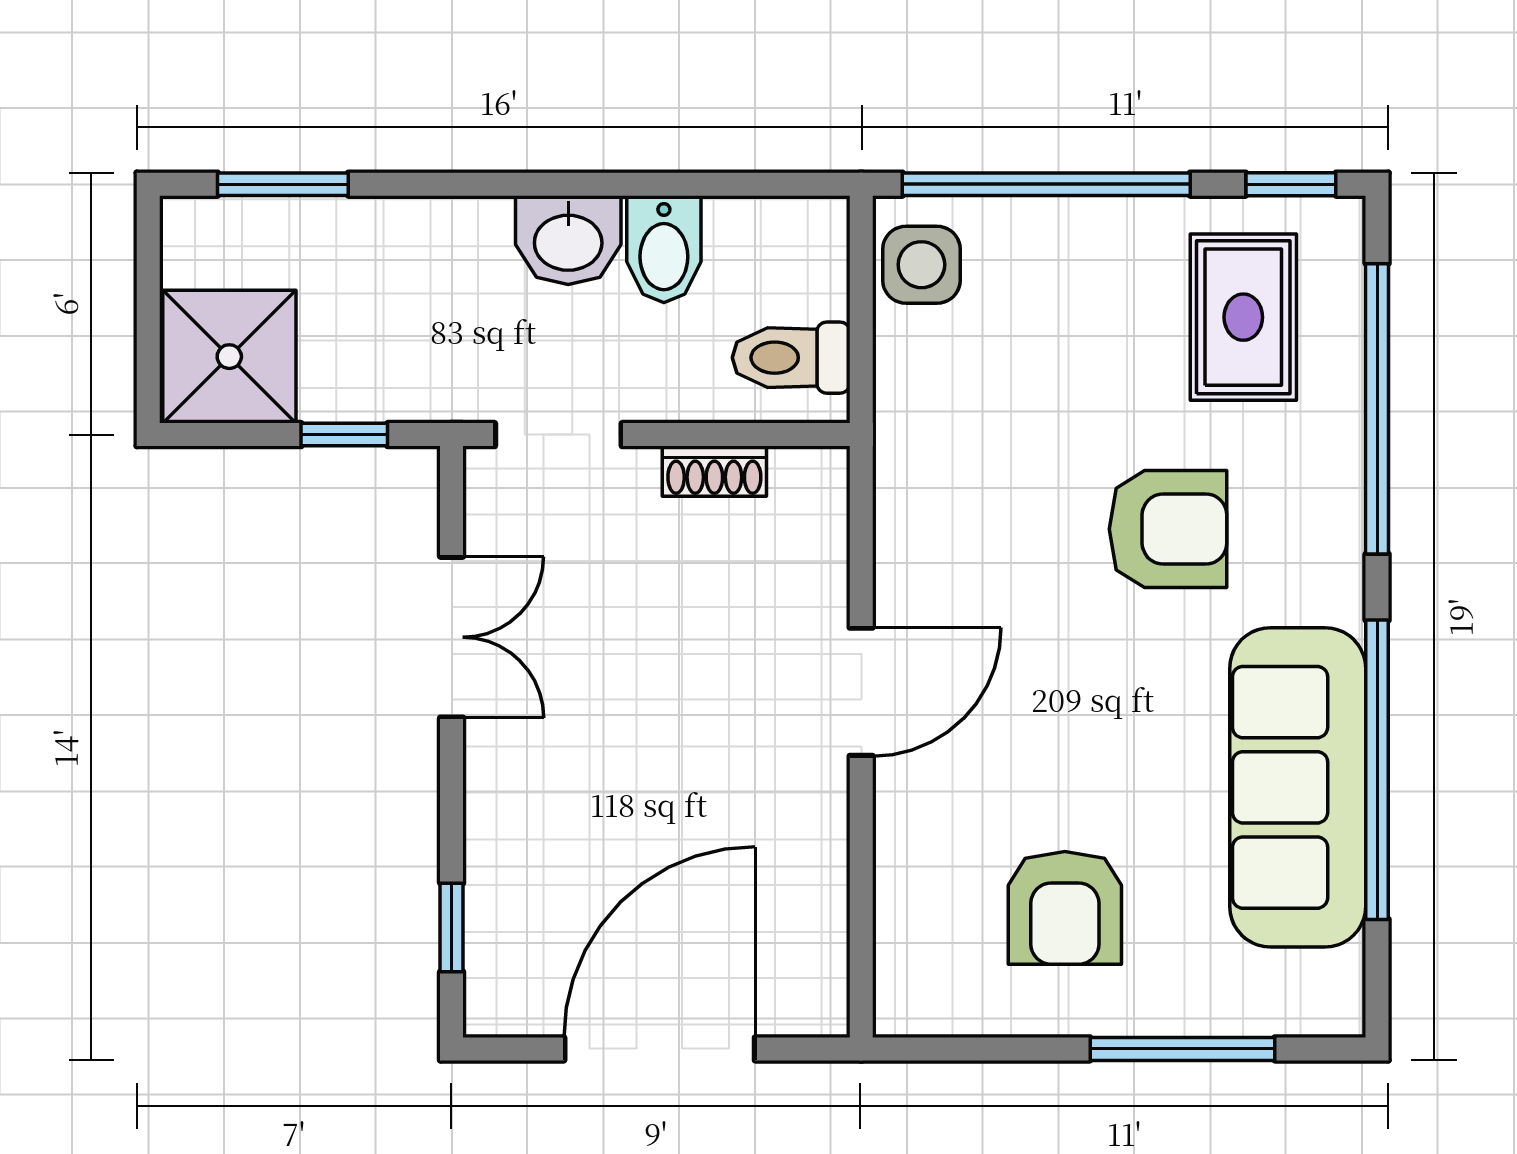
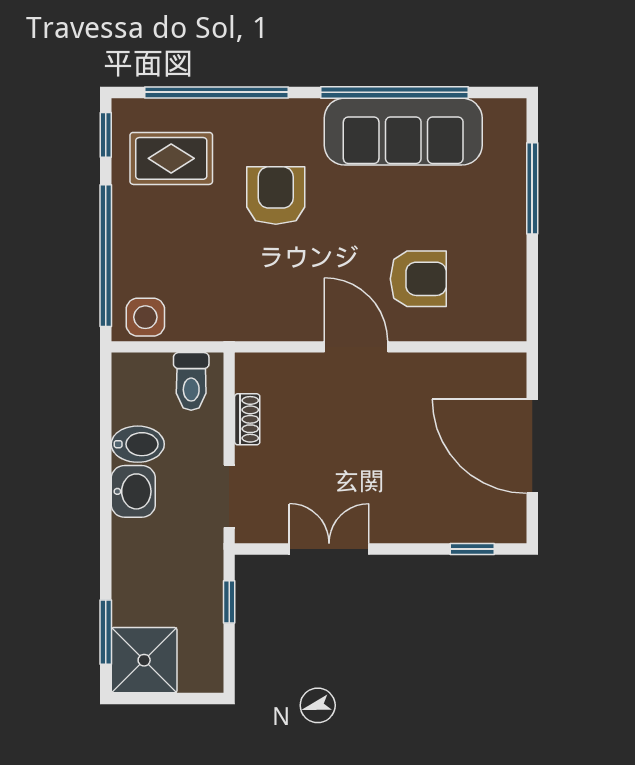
shower: (229, 357) -> (144, 660), moved
armchair: (1065, 908) -> (418, 279), moved

